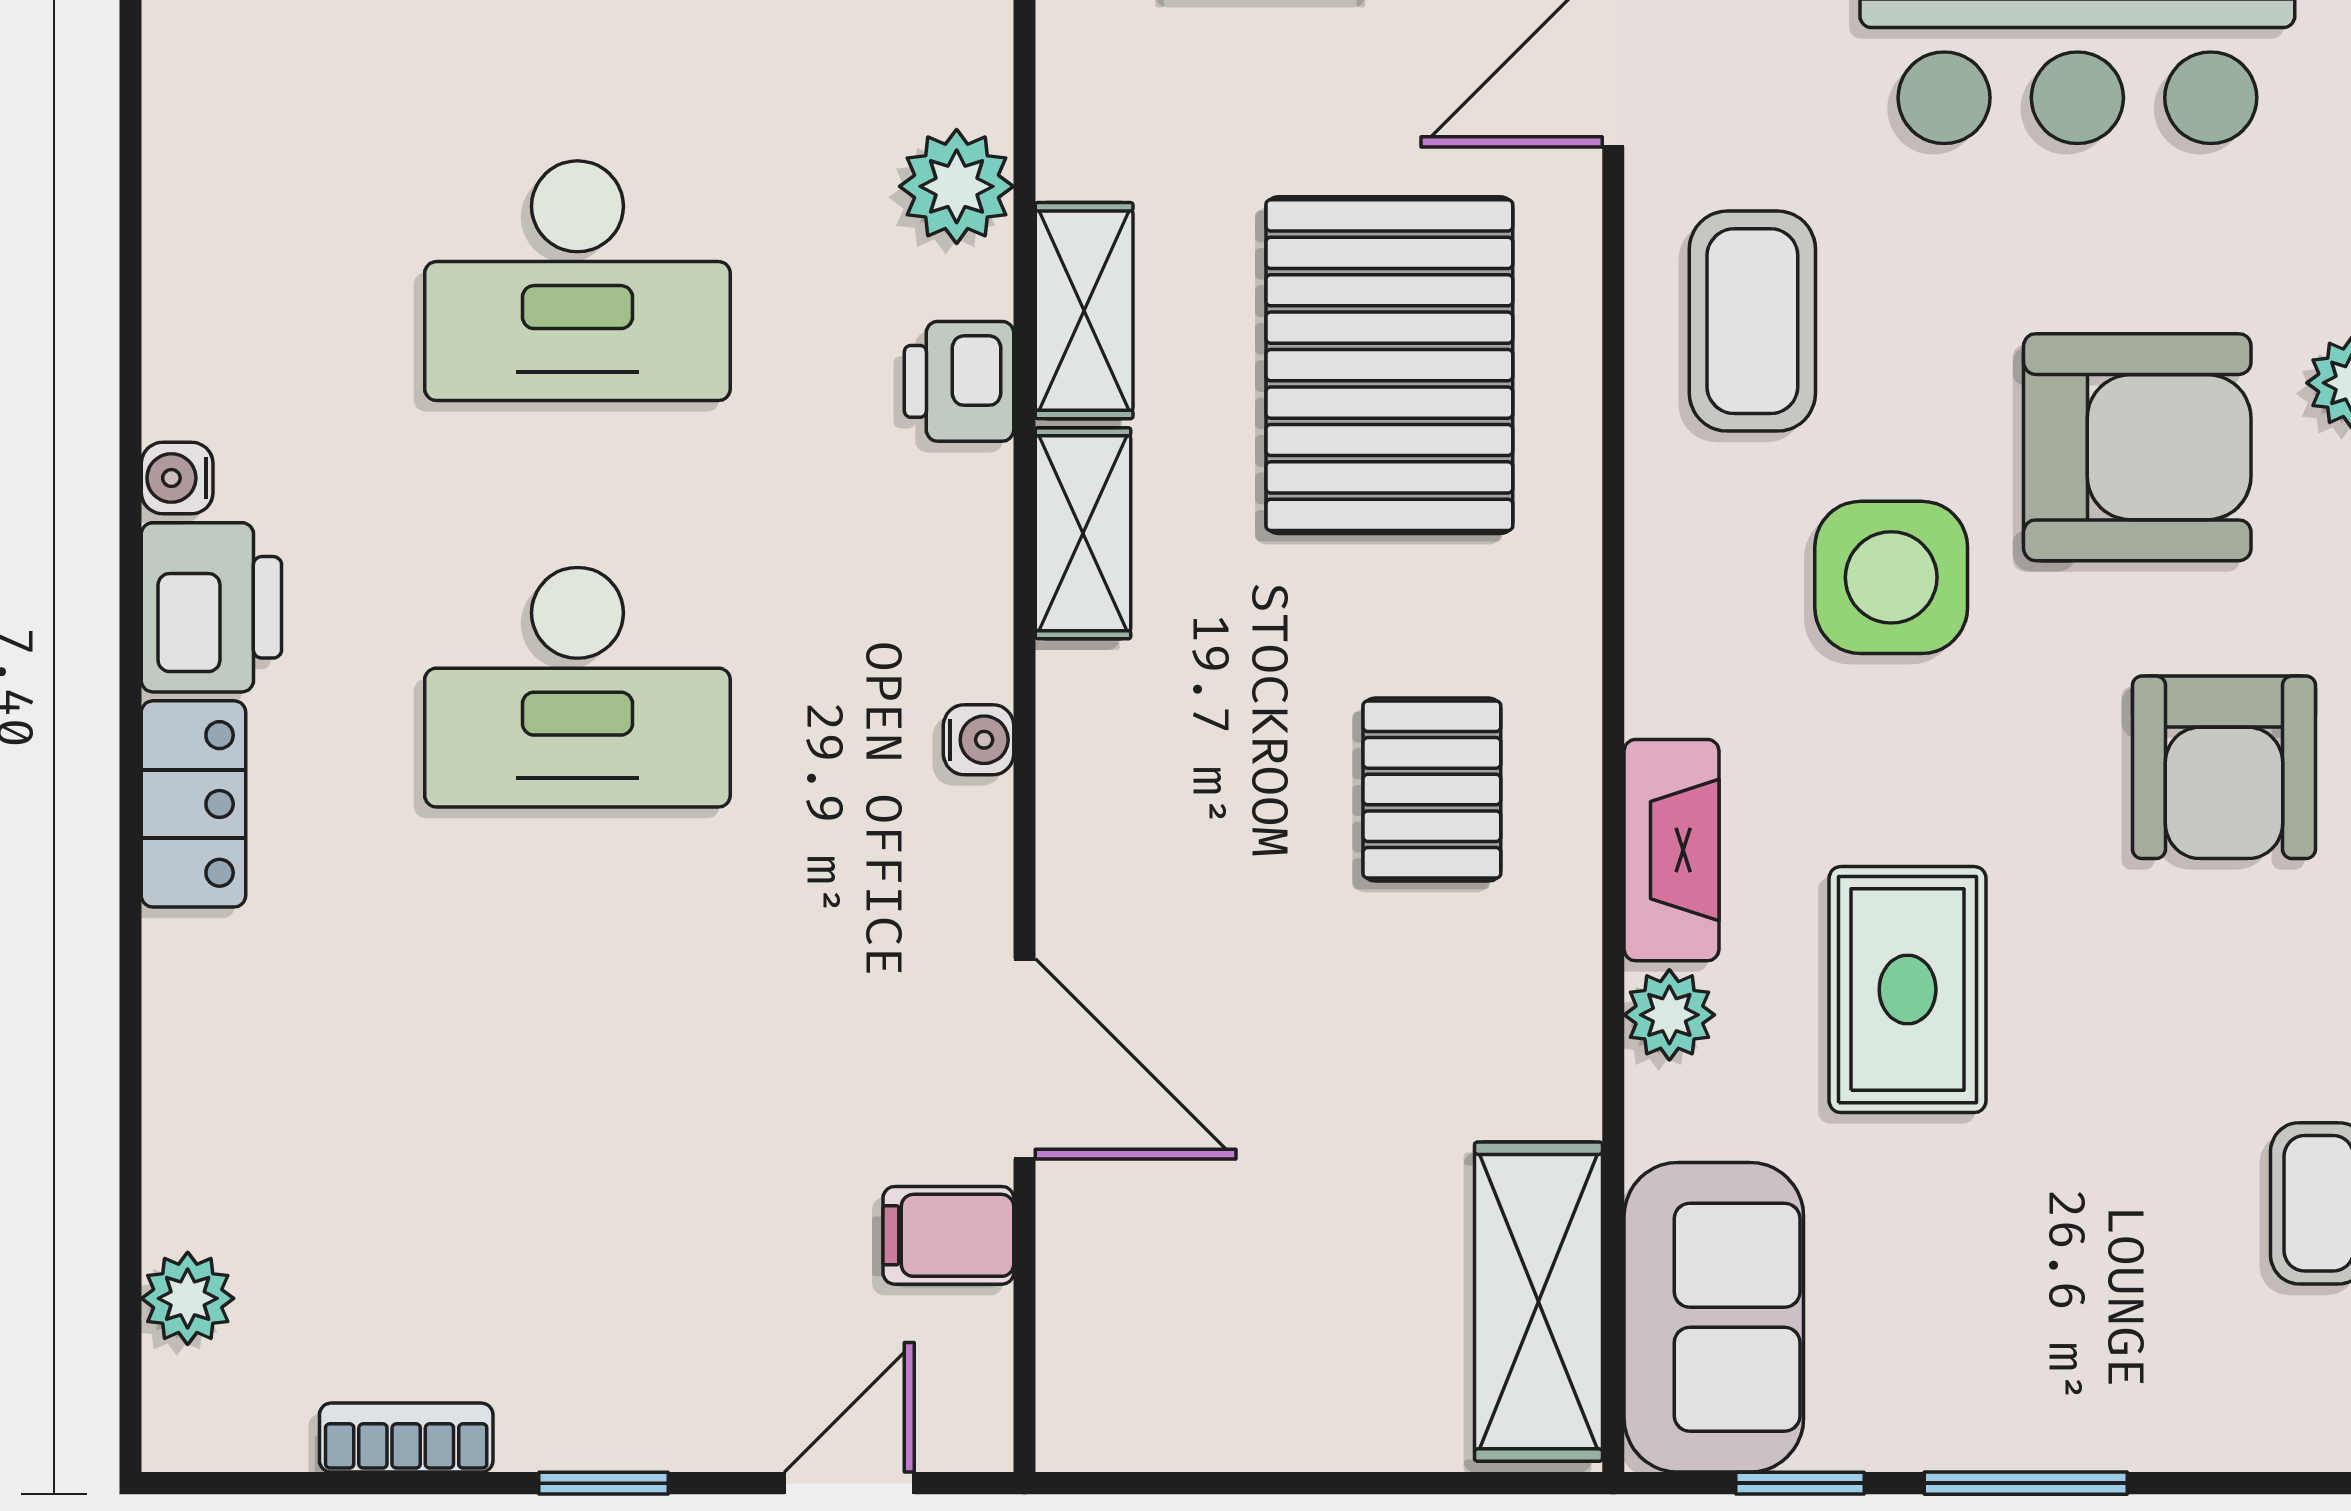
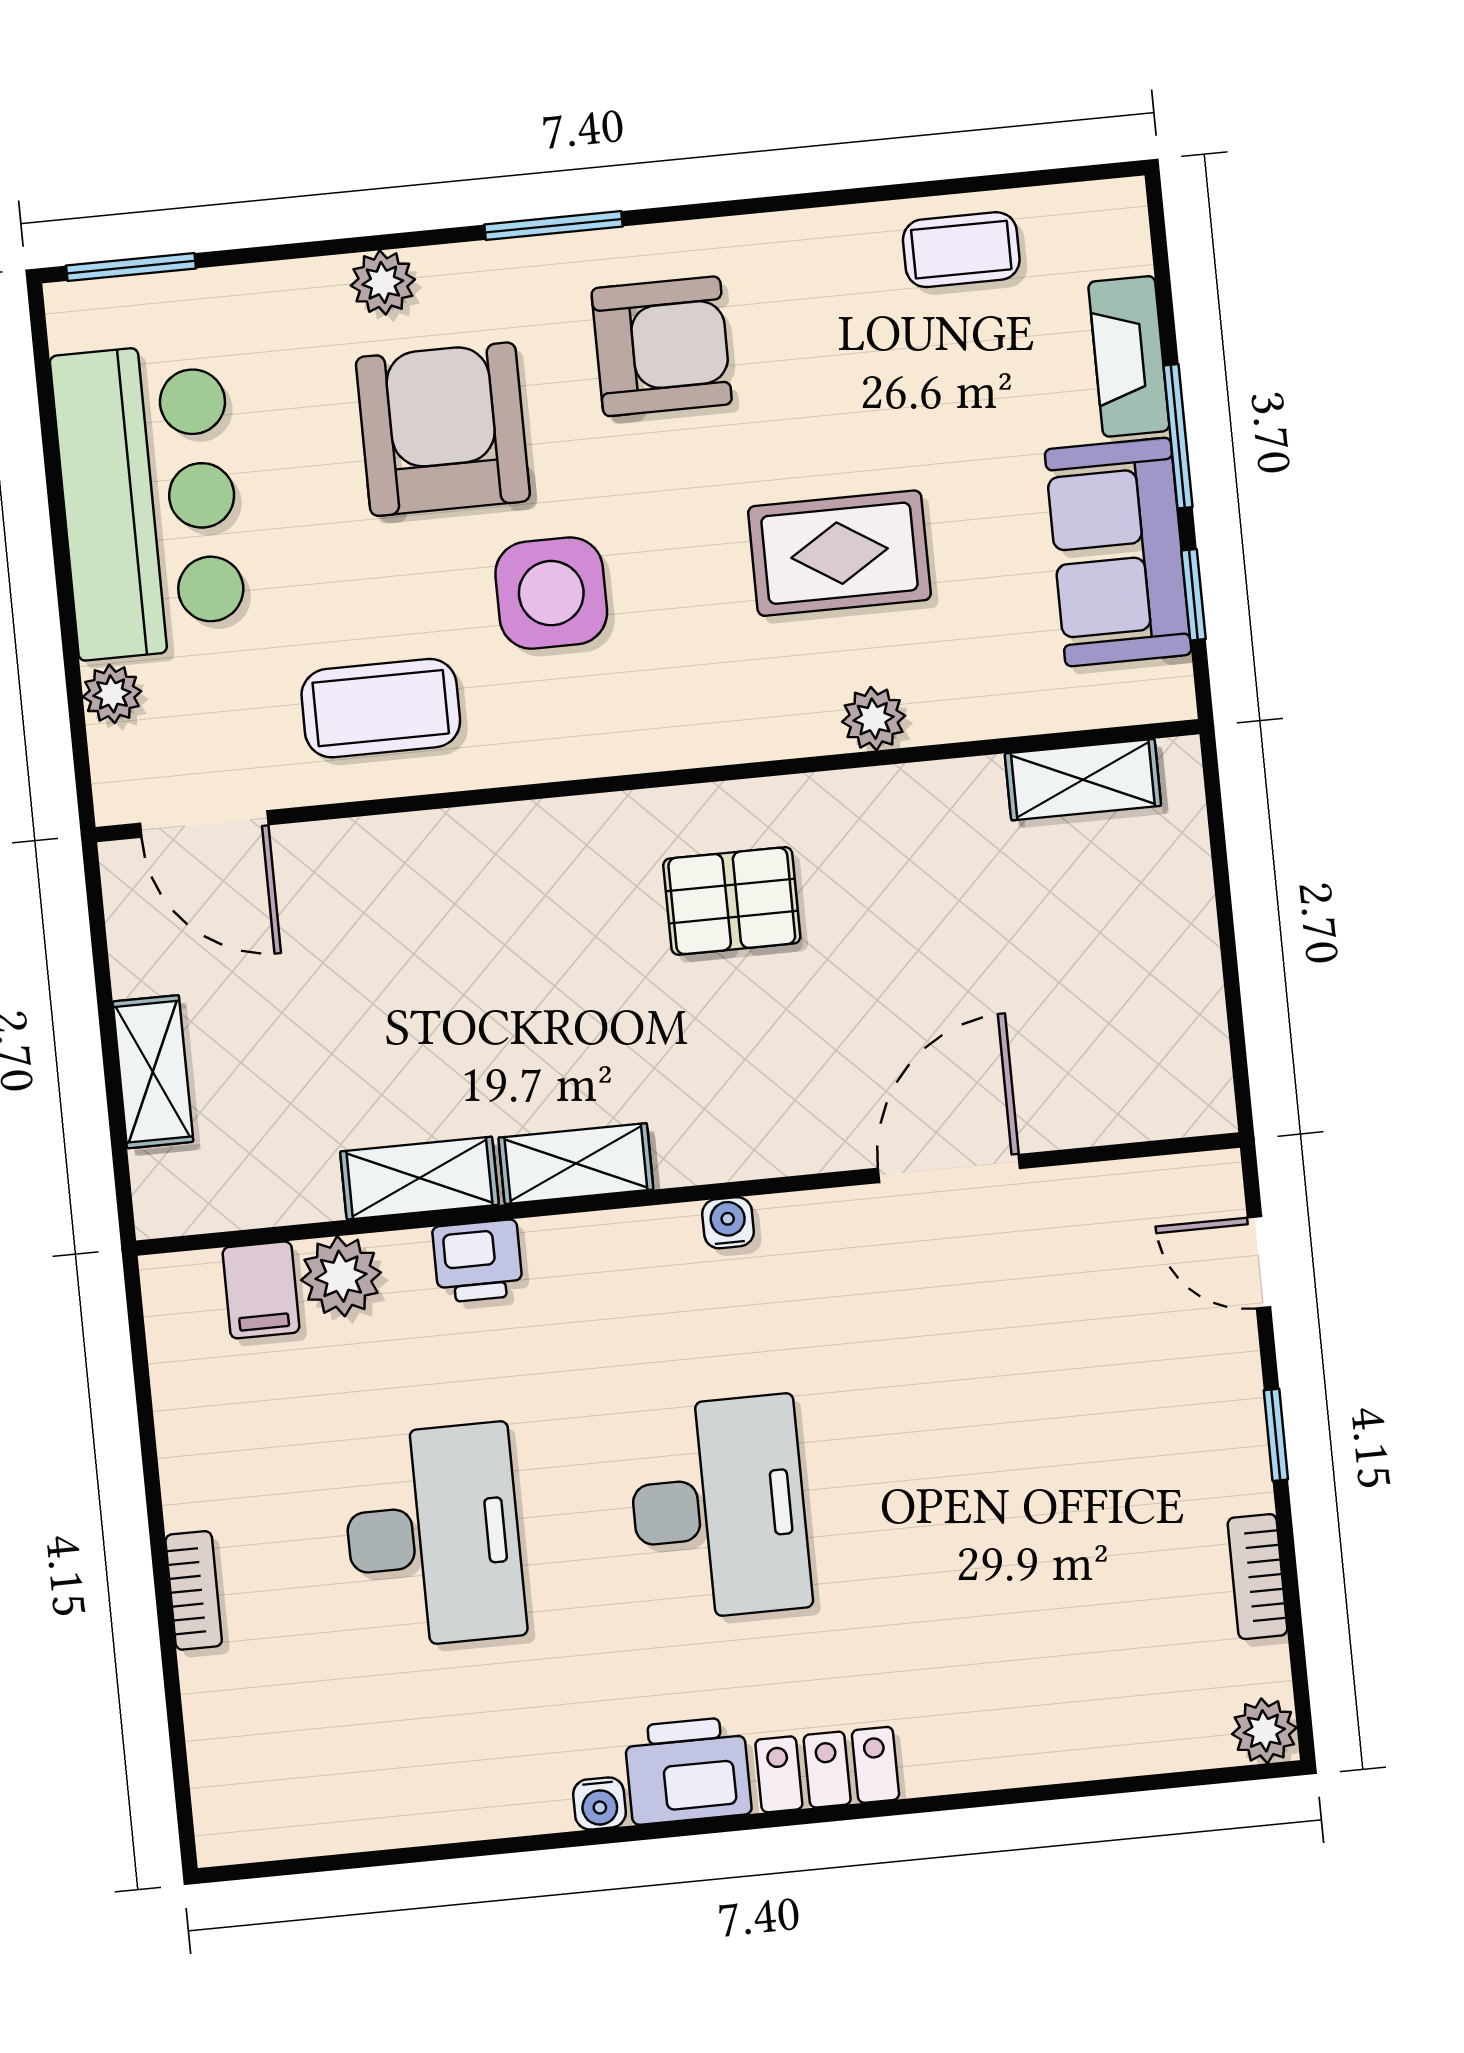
pallet: (1389, 365) -> (437, 960), removed
fireplace: (1672, 850) -> (1129, 356), moved, turned -90
filing cabinet: (948, 1235) -> (261, 1290), moved
plant: (188, 1298) -> (1264, 1731), moved
shelving: (1538, 1302) -> (1083, 780), width x0.67, depth x0.75
sofa: (1714, 1317) -> (1118, 552), moved, turned -90

